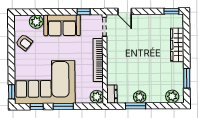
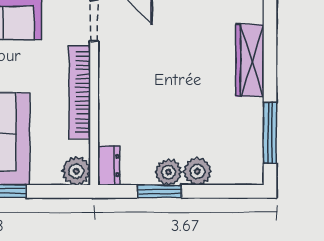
window: (187, 78) -> (270, 133), width x1.44
plant: (172, 96) -> (197, 171), moved

